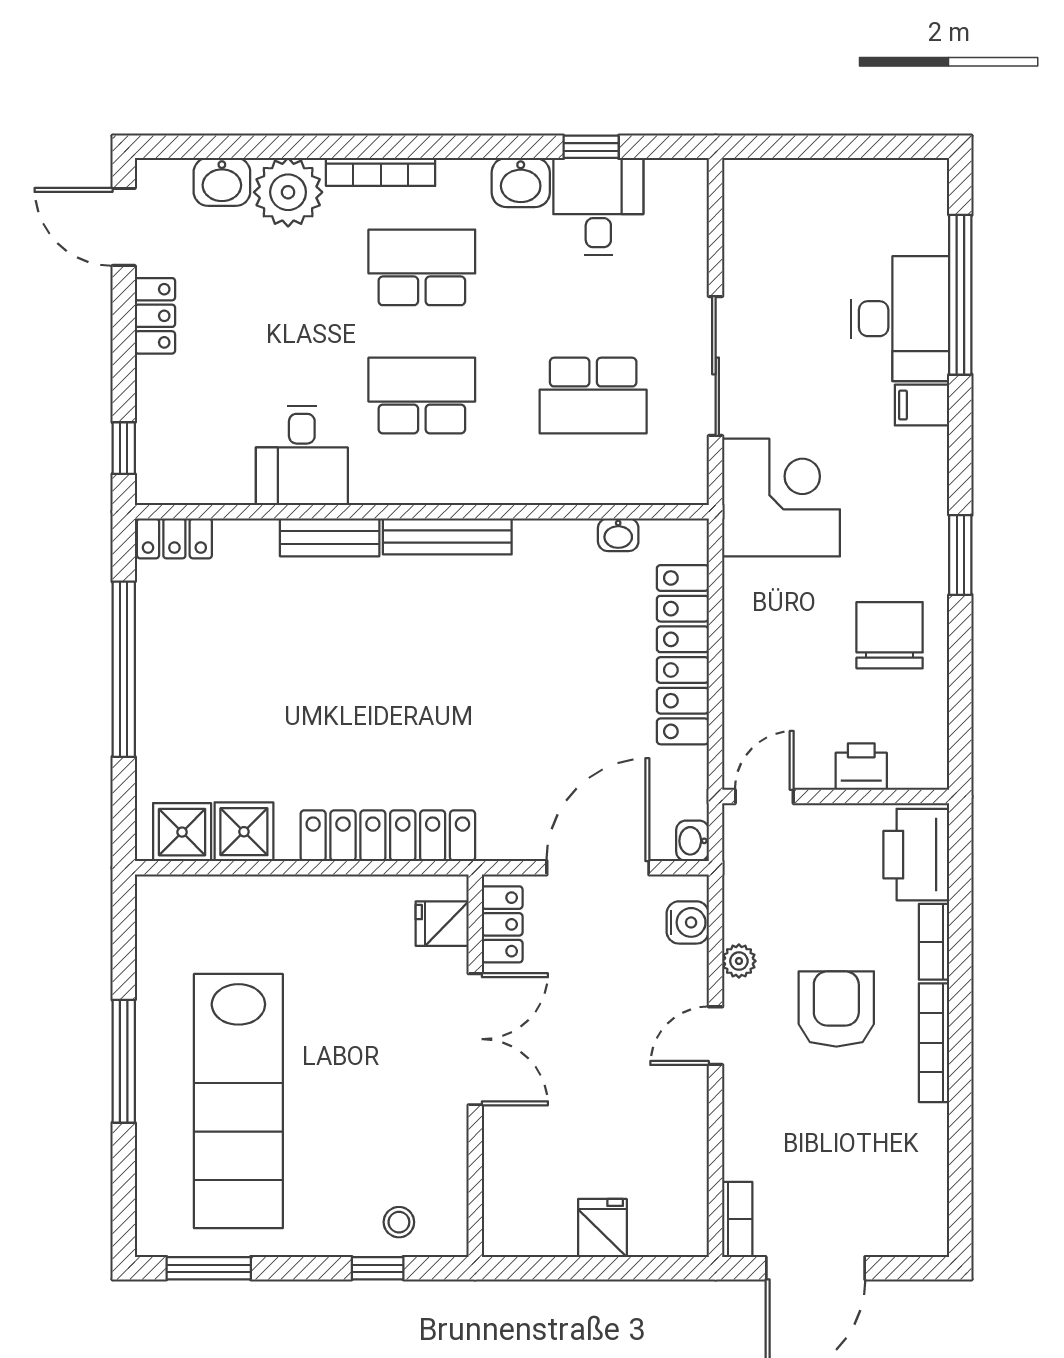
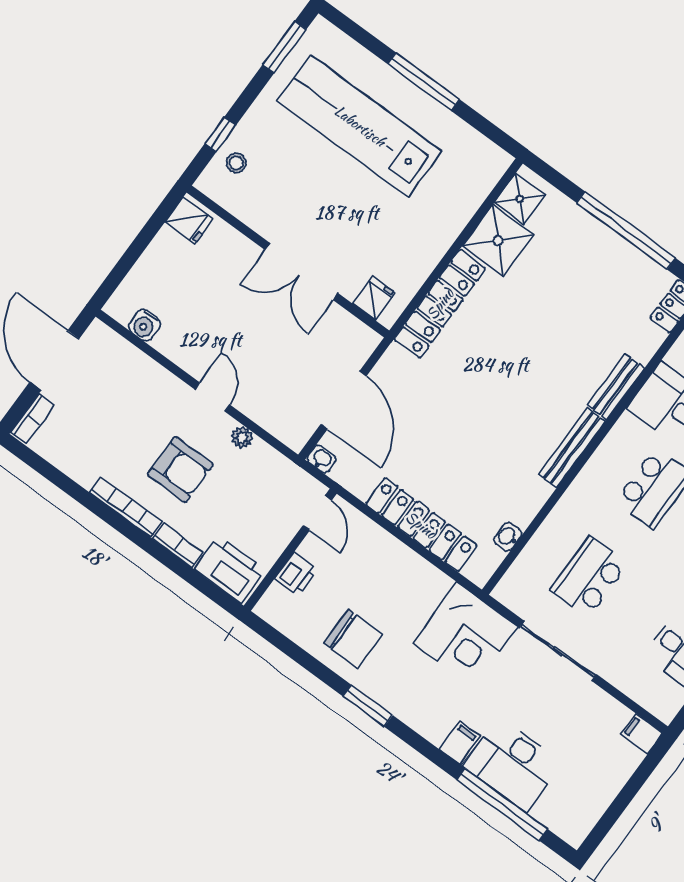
filing cabinet: (742, 185) -> (642, 734), added
shower: (244, 832) -> (498, 240), width x1.36, depth x1.36
water cooler: (688, 922) -> (145, 325), moved
locker: (502, 924) -> (351, 329), removed
bookcase: (737, 1219) -> (32, 419), moved, turned -90
fridge: (602, 1228) -> (189, 220), moved

